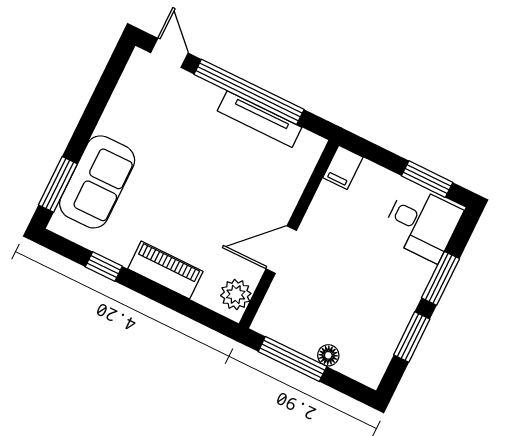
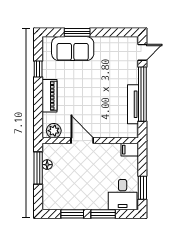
window: (58, 184) -> (77, 32), moved
floor lamp: (328, 355) -> (47, 165), moved

